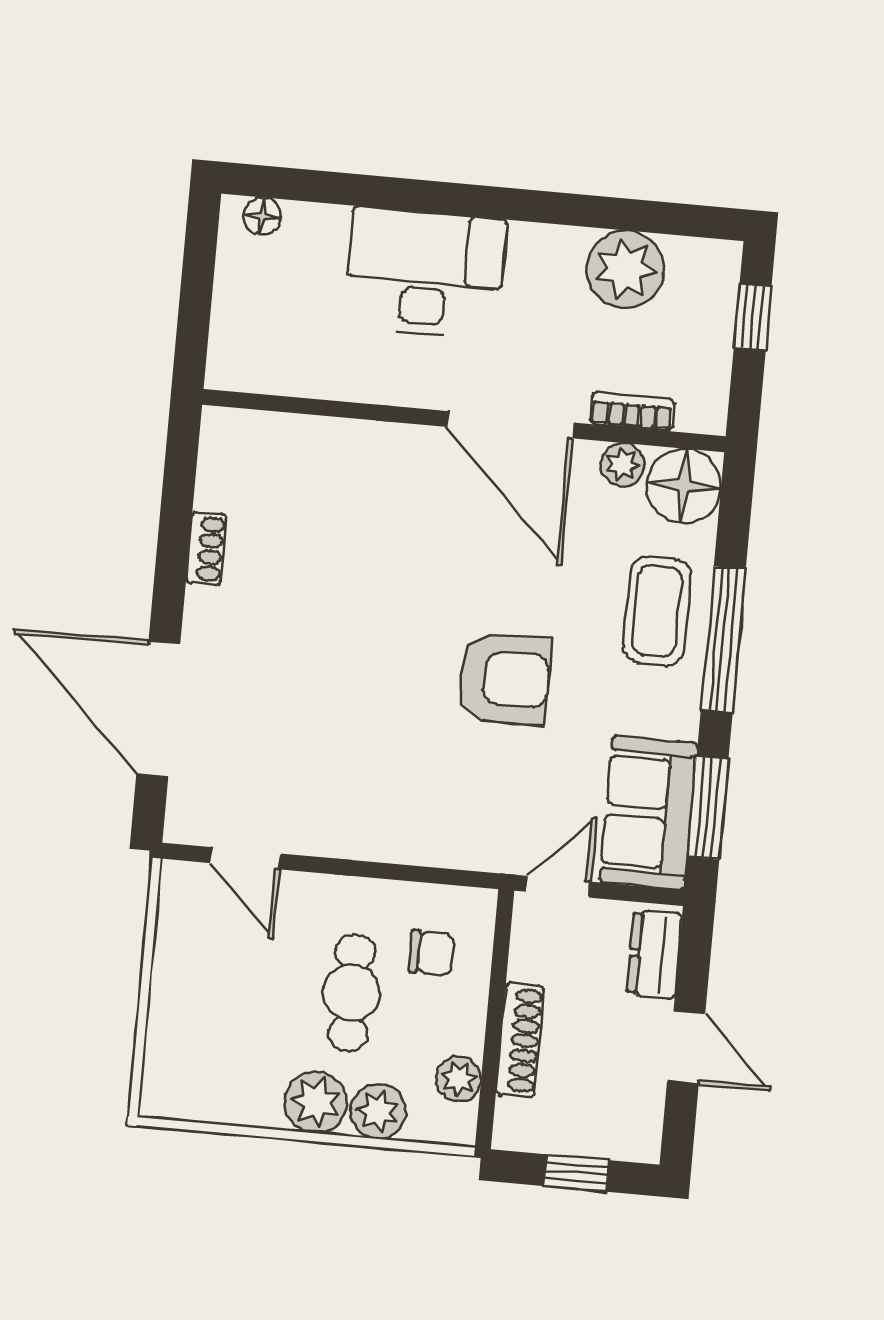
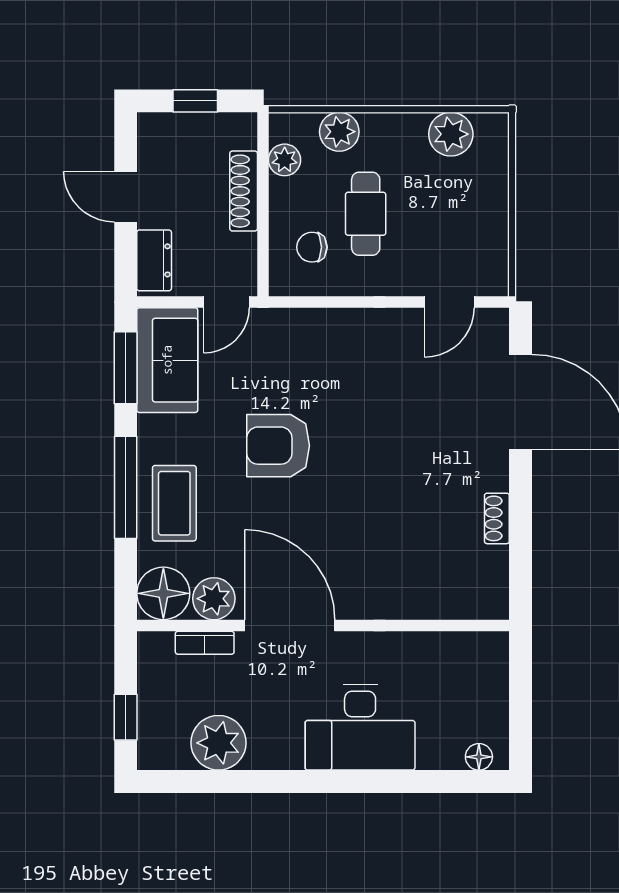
plant: (623, 465) -> (214, 599), width x1.38, depth x1.38
door: (245, 858) -> (449, 302), swing flipped
plant: (316, 1102) -> (451, 134), moved

